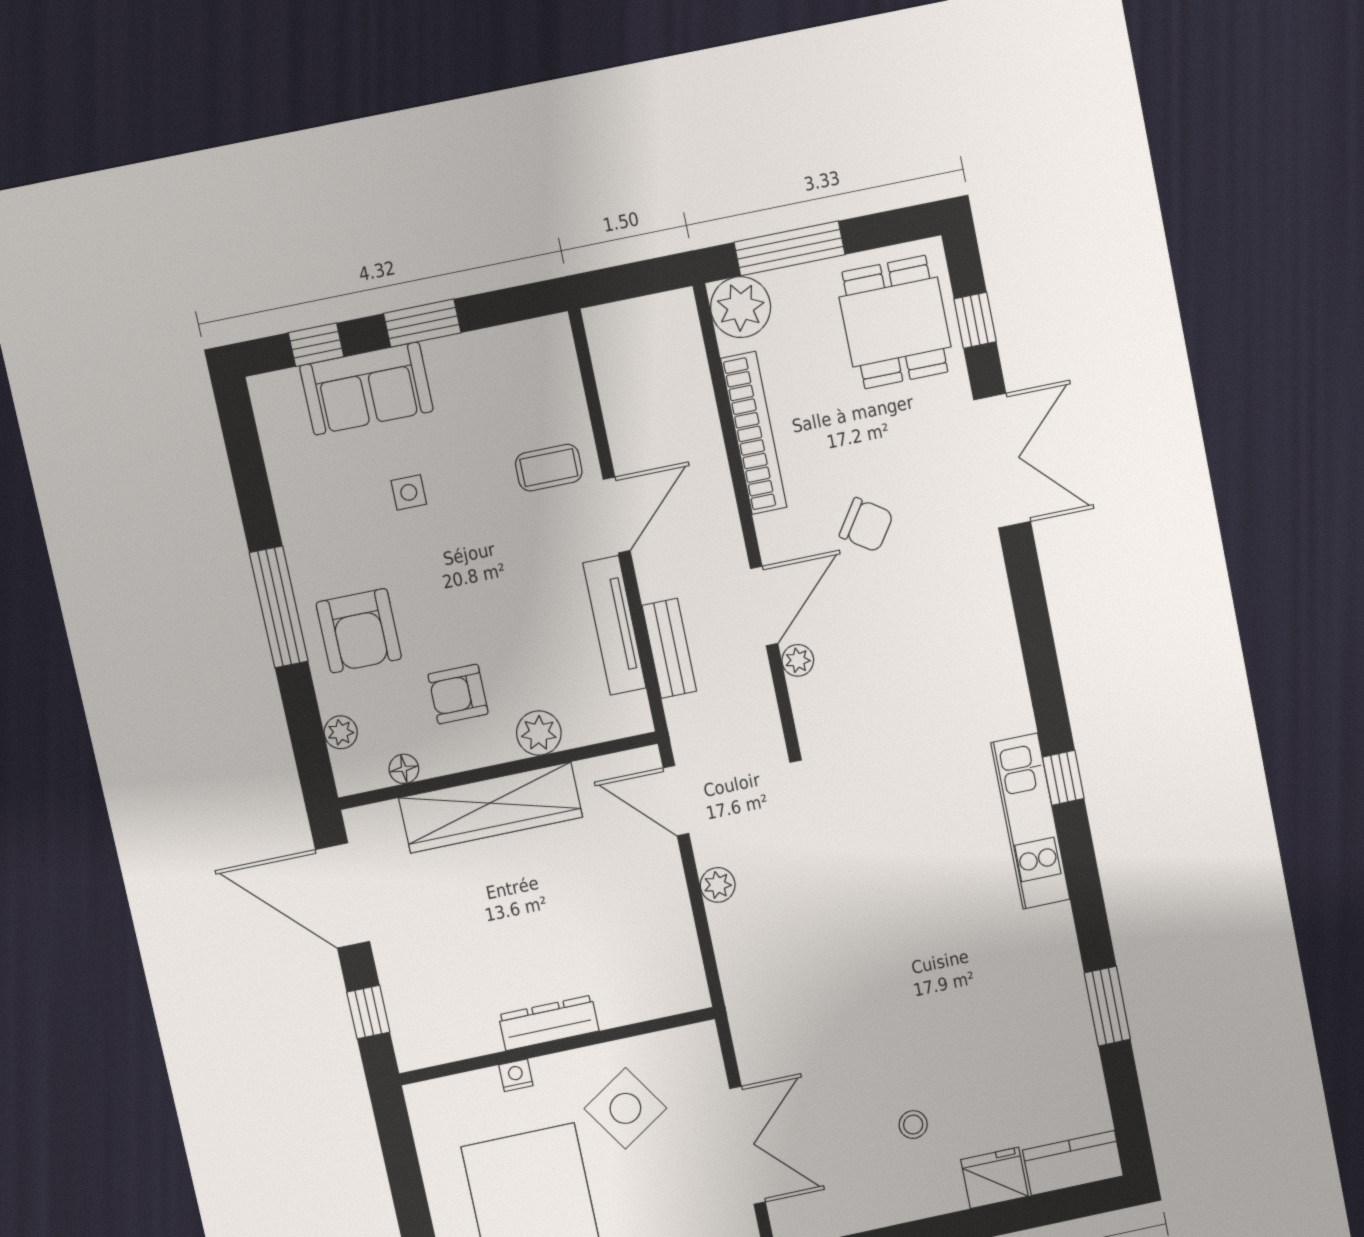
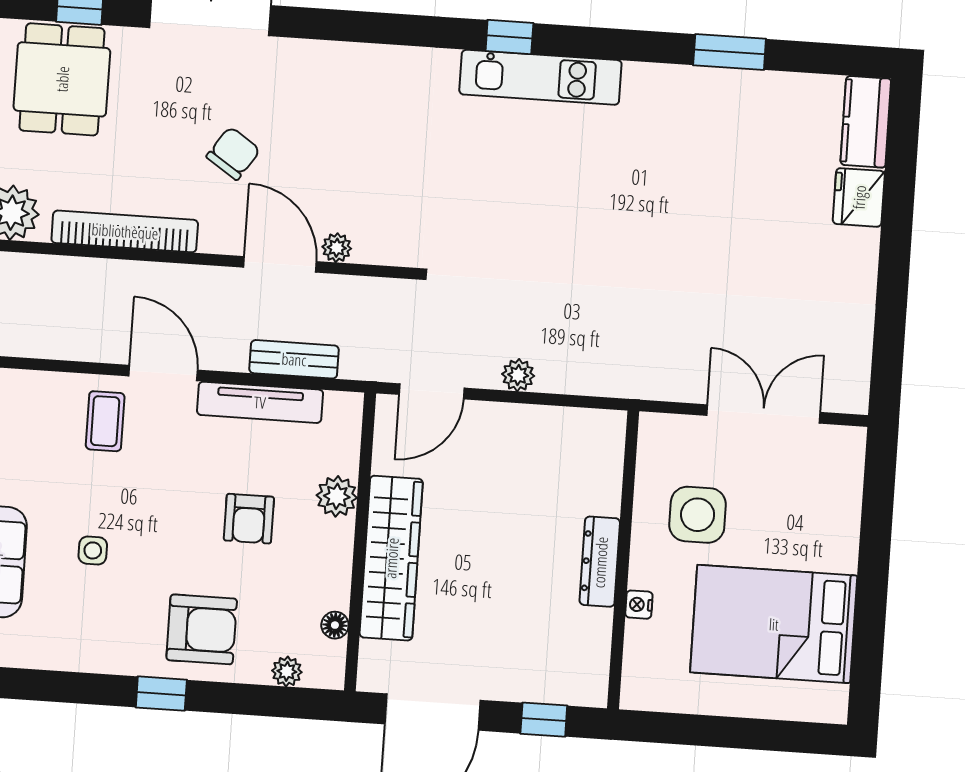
dining table: (895, 322) -> (62, 79), turned 90
window: (279, 607) -> (161, 694), width x0.46
armchair: (458, 694) -> (249, 519), moved
side table: (625, 1108) -> (698, 515), turned 33
stool: (913, 1125) -> (788, 258), removed

